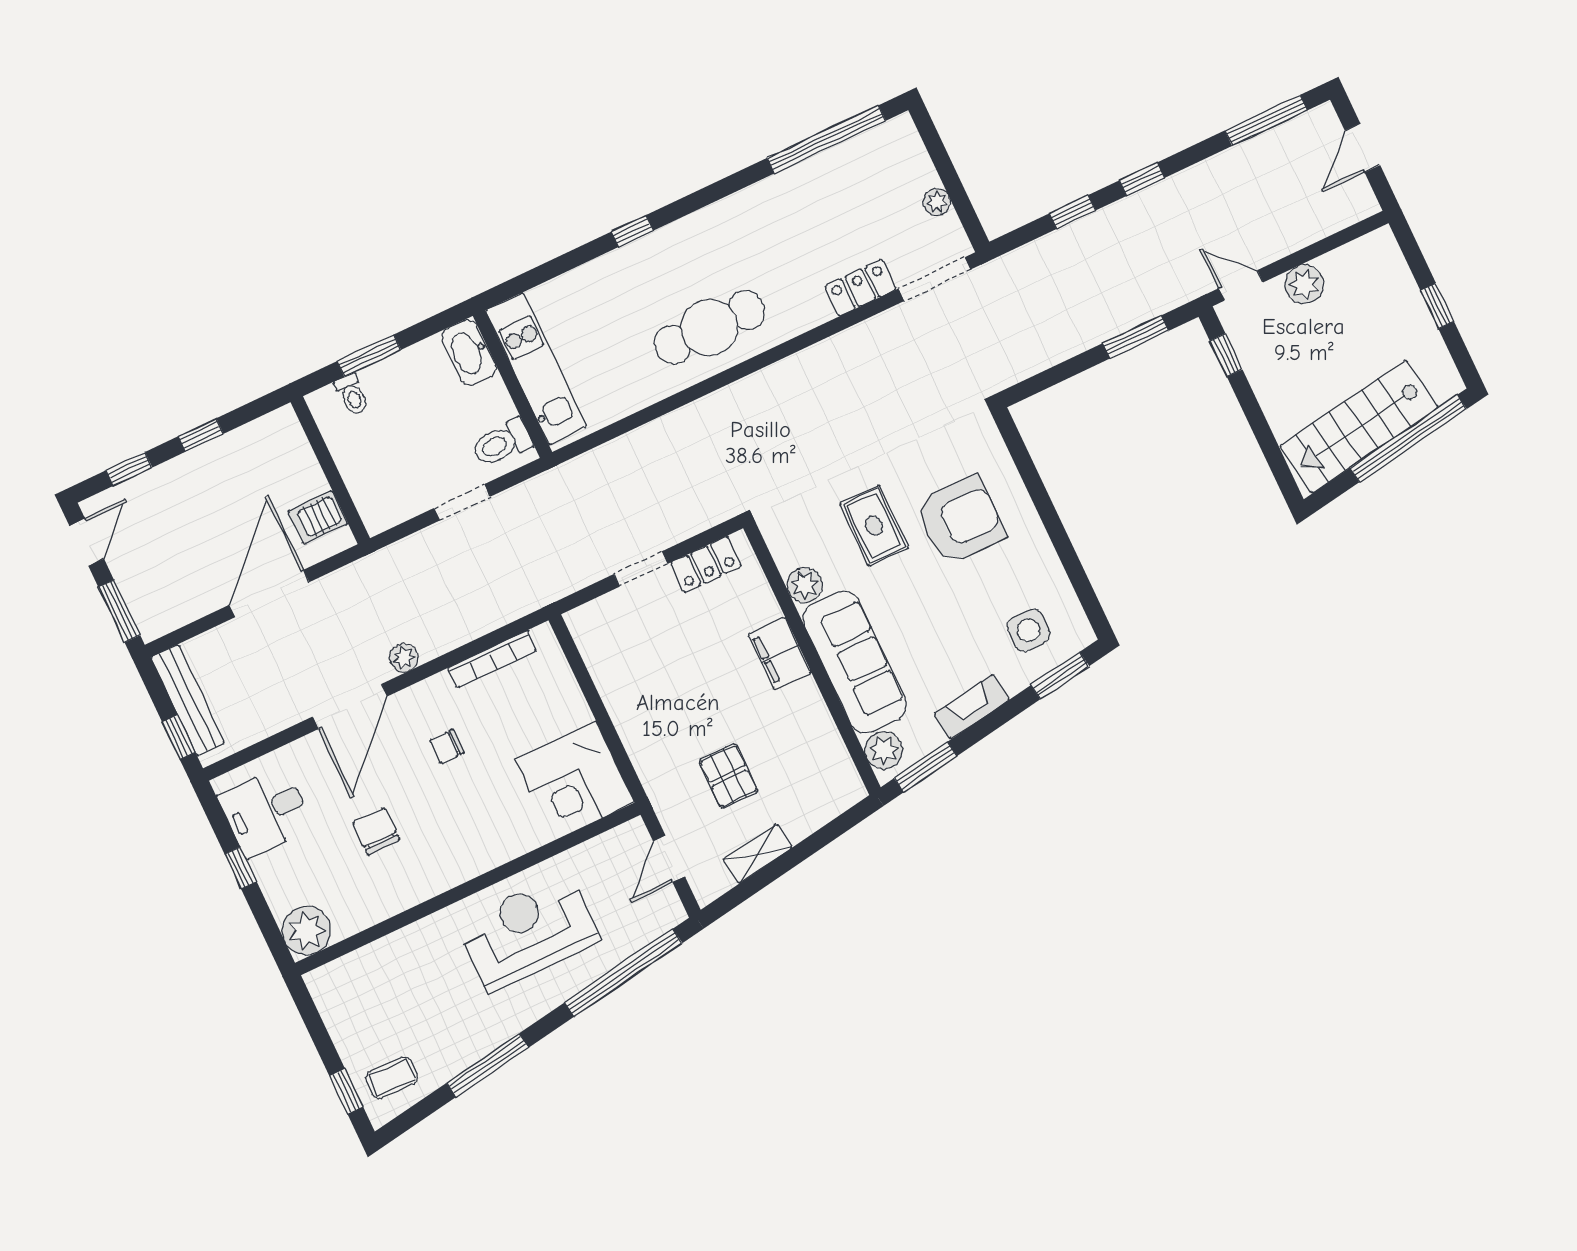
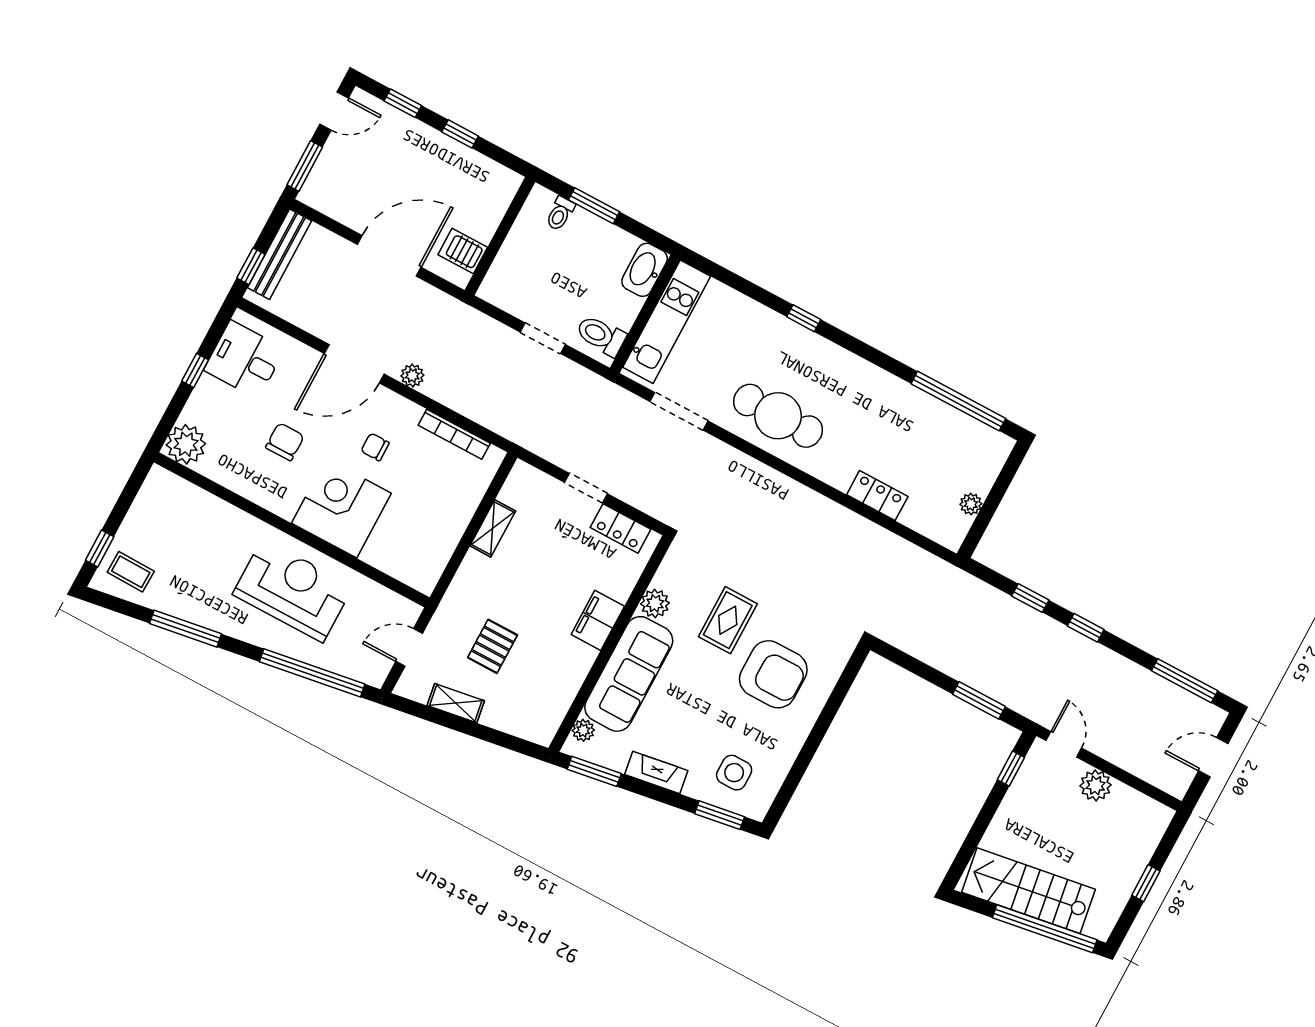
doorway: (935, 279) -> (679, 411), moved
shelving: (613, 690) -> (493, 528), added
plant: (884, 750) -> (583, 730), width x0.73, depth x0.73
corner desk: (574, 781) -> (341, 508), moved, turned 90

